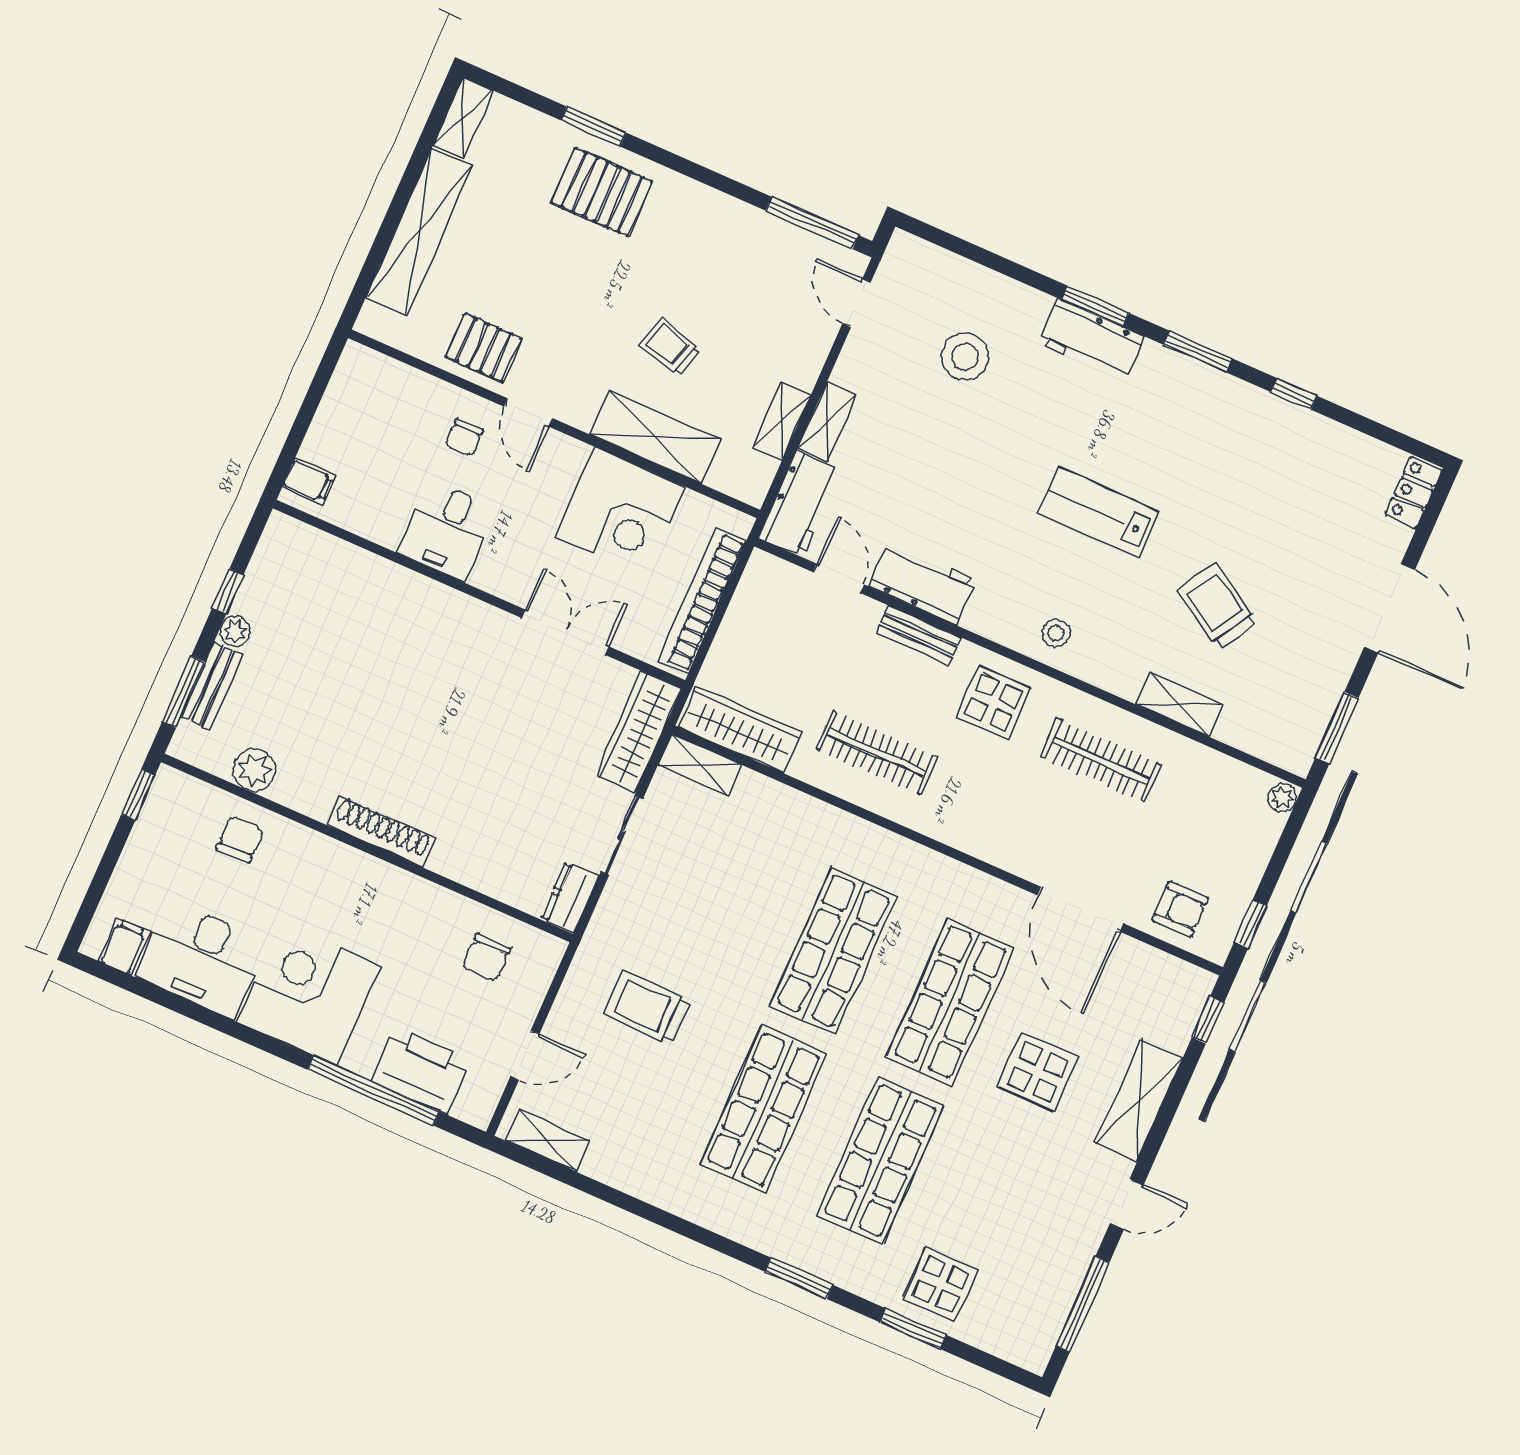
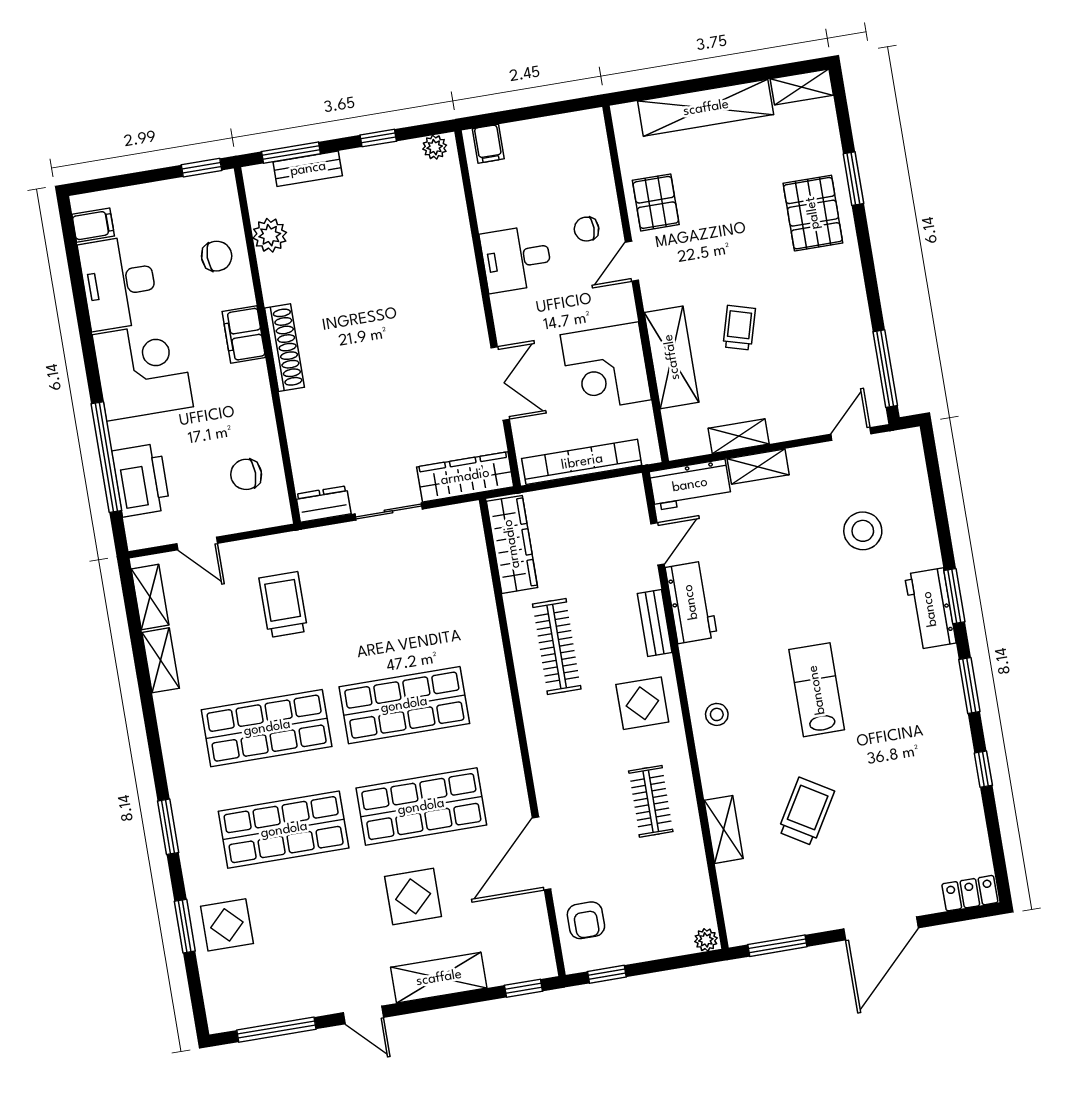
plant: (235, 631) -> (435, 147), moved
clothes rail: (1101, 761) -> (651, 801), width x0.73
shelving: (700, 765) -> (161, 660), moved
filing cabinet: (340, 865) -> (244, 335), added

